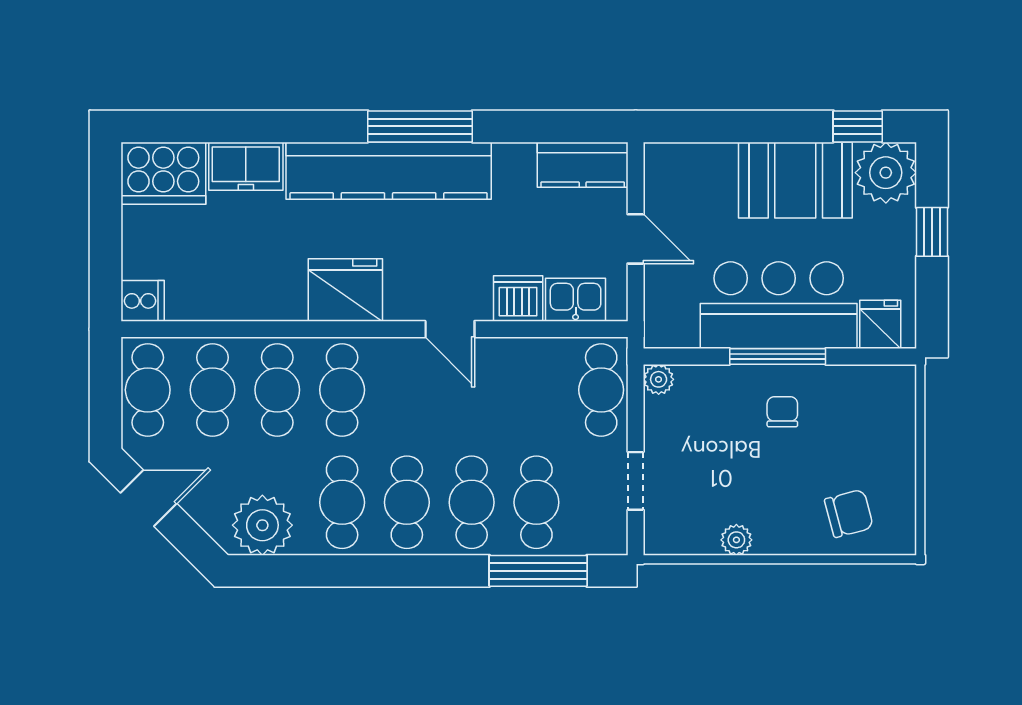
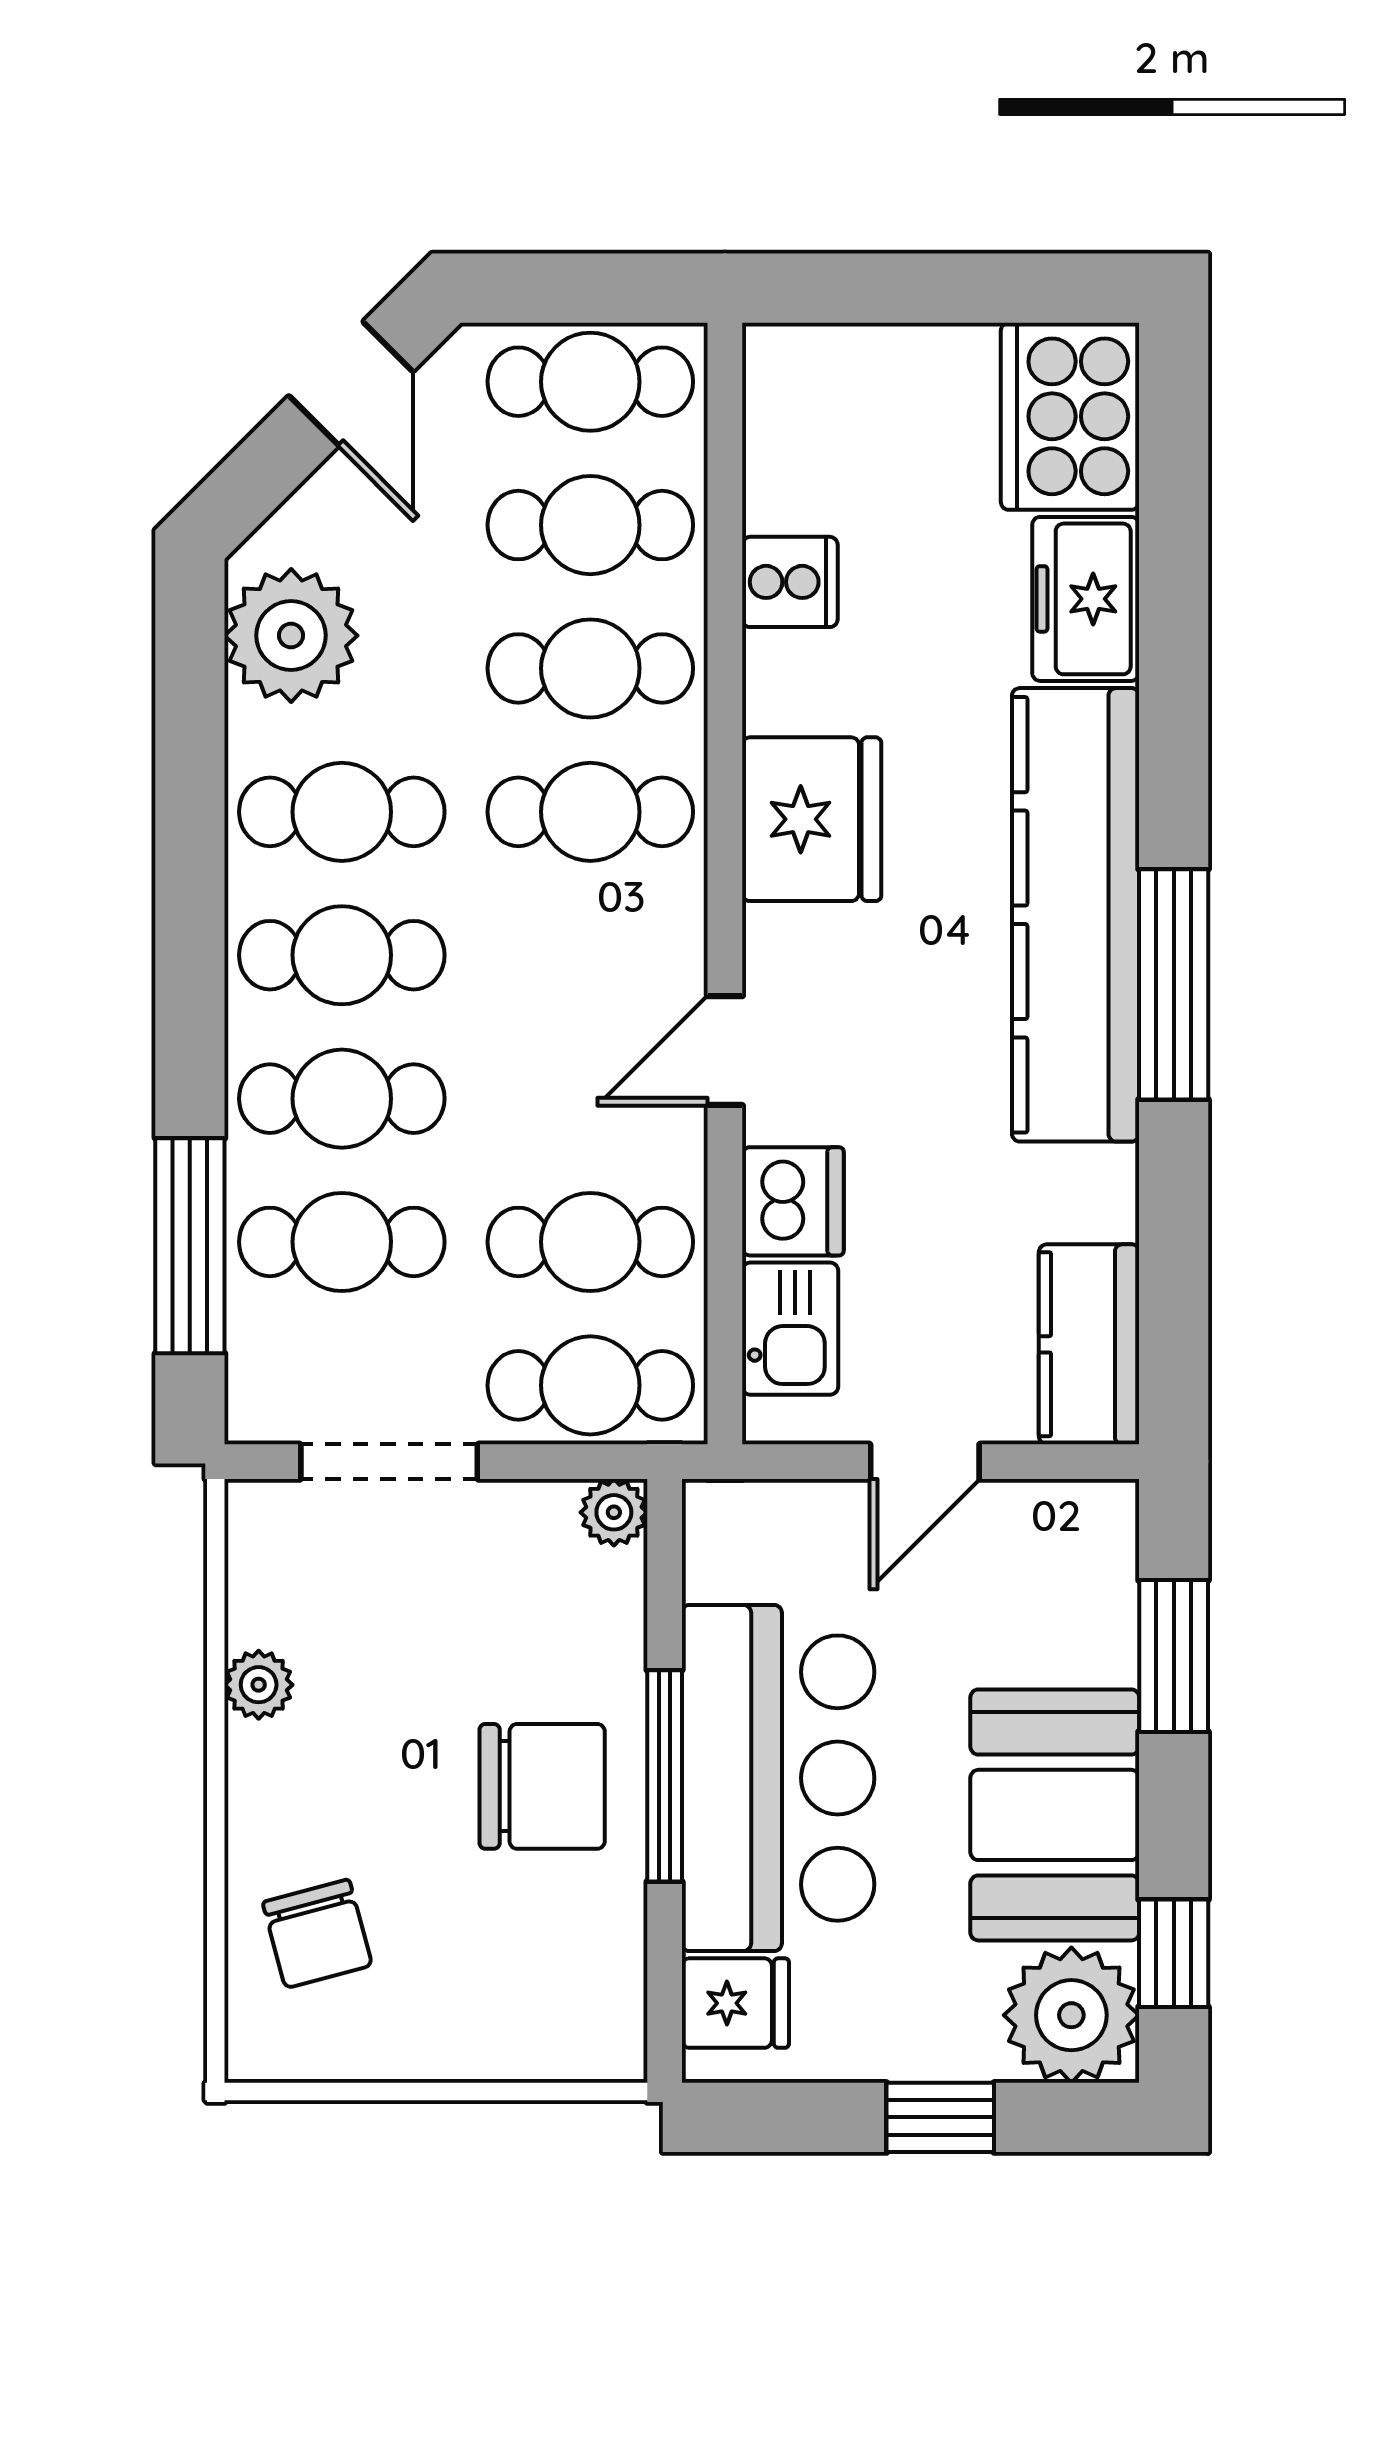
window: (723, 126) -> (1174, 1656), added
cooker: (143, 301) -> (790, 582), moved, turned -90
cafe table: (536, 390) -> (590, 1242), added
chair: (782, 412) -> (542, 1786), width x1.87, depth x1.87
doorway: (636, 481) -> (389, 1462), width x1.38

